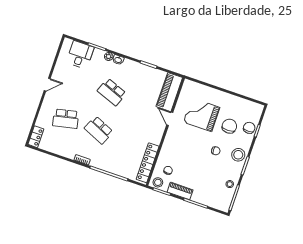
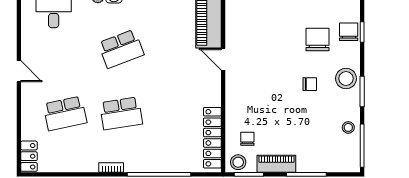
door: (47, 85) -> (19, 71), hinge flipped
school desk: (112, 92) -> (121, 49), turned -42
grand piano: (202, 115) -> (269, 37), removed
school desk: (99, 130) -> (121, 113), turned -33

